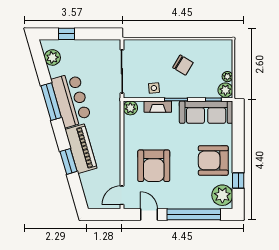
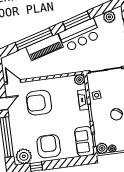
sofa: (206, 112) -> (84, 141), width x0.73
window: (69, 161) -> (34, 39), width x2.11

